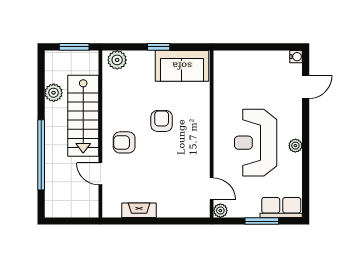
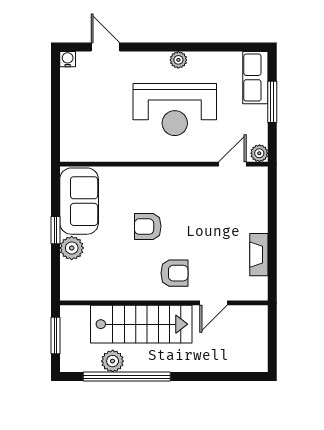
plant: (117, 60) -> (72, 248), moved
armchair: (124, 142) -> (174, 273), turned -90
window: (41, 155) -> (127, 377), moved

